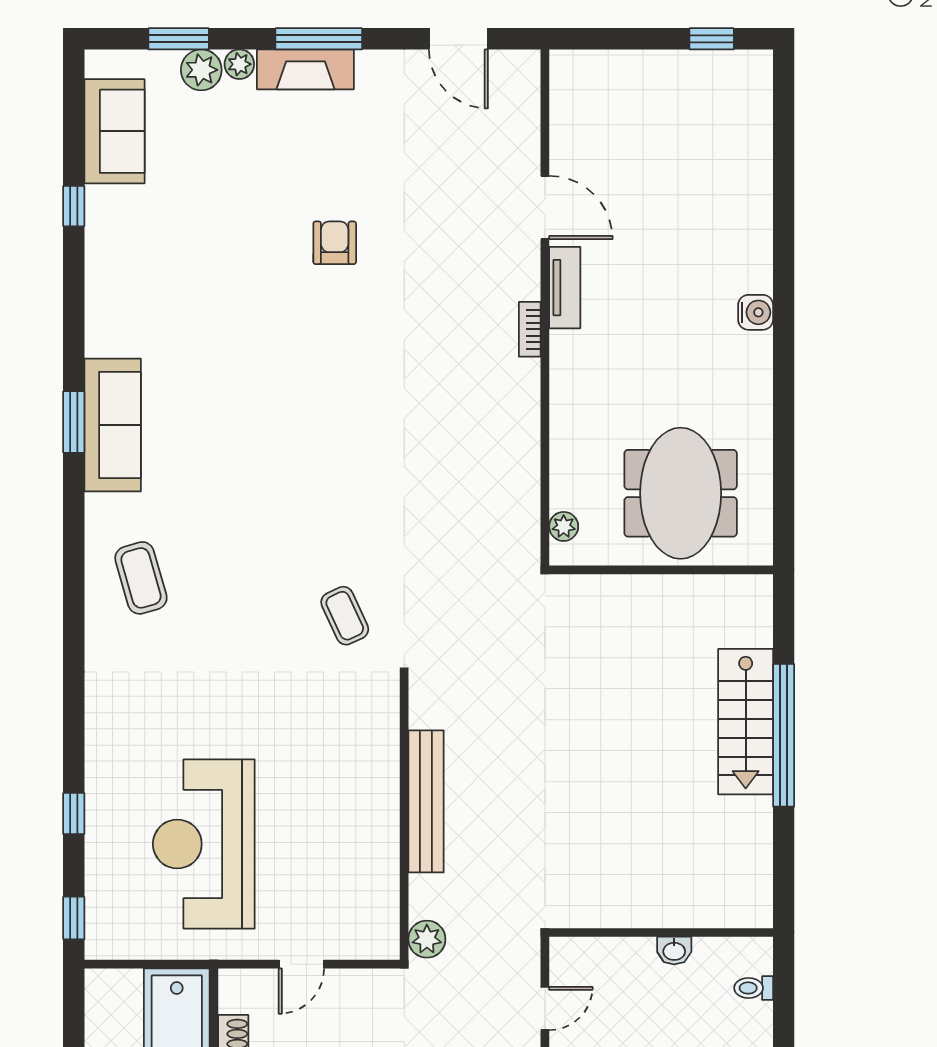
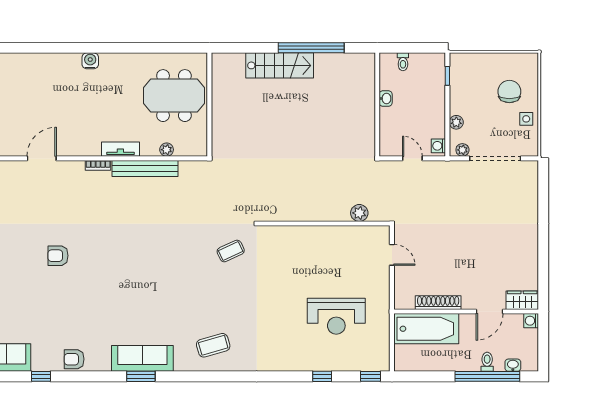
armchair: (111, 277) -> (74, 359), added
tv unit: (565, 288) -> (120, 149), moved
plant: (564, 526) -> (167, 150), moved
window: (784, 735) -> (311, 48), moved
bench: (426, 801) -> (145, 168), moved
reception desk: (204, 844) -> (336, 316), width x0.74, depth x0.77
plant: (427, 939) -> (359, 213), moved
door: (301, 964) -> (392, 255), moved

